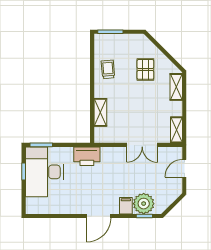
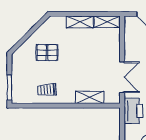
shelving: (176, 87) -> (80, 22), moved
double door: (142, 145) -> (122, 77), moved

